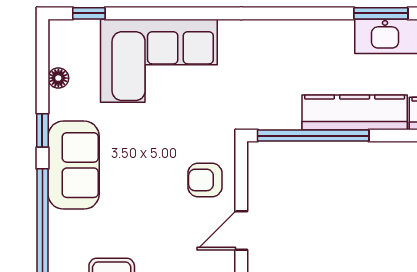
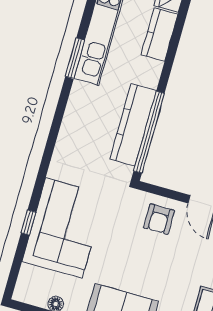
window: (89, 13) -> (28, 223), moved
kitchen counter: (355, 112) -> (133, 125), moved

